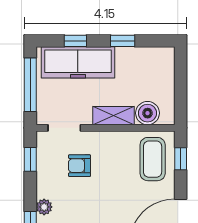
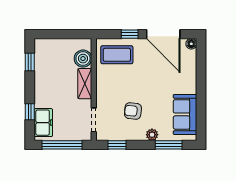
window: (123, 41) -> (30, 62), moved
freezer: (78, 62) -> (43, 123), width x0.52, depth x0.79
window: (181, 159) -> (130, 34), moved
armchair: (80, 166) -> (133, 111), moved, turned 96

